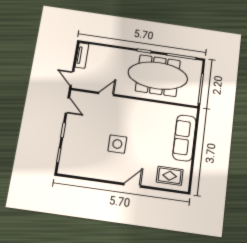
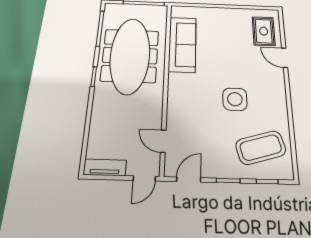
door: (106, 94) -> (163, 141), moved
sofa: (184, 138) -> (182, 44), moved, turned -90
coffee table: (81, 155) -> (261, 148), added
door: (132, 185) -> (285, 58), moved

